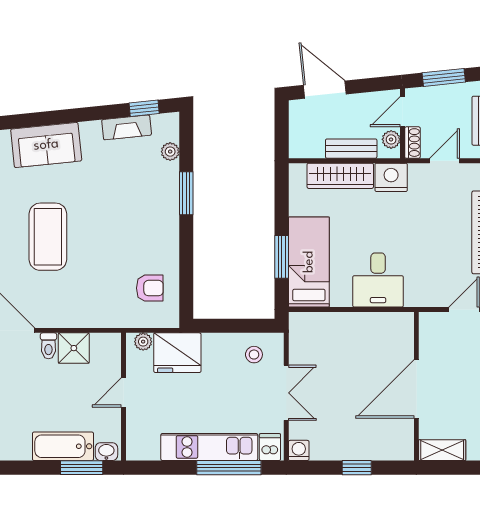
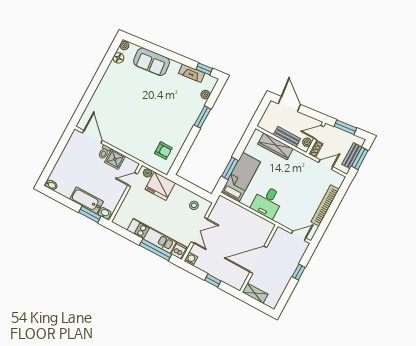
nightstand: (391, 177) -> (298, 159), removed
coffee table: (48, 237) -> (130, 103), removed
door: (123, 392) -> (133, 180), moved

